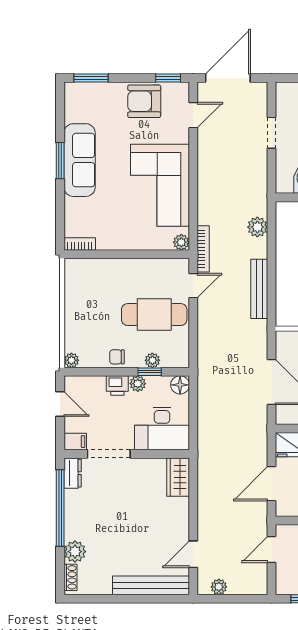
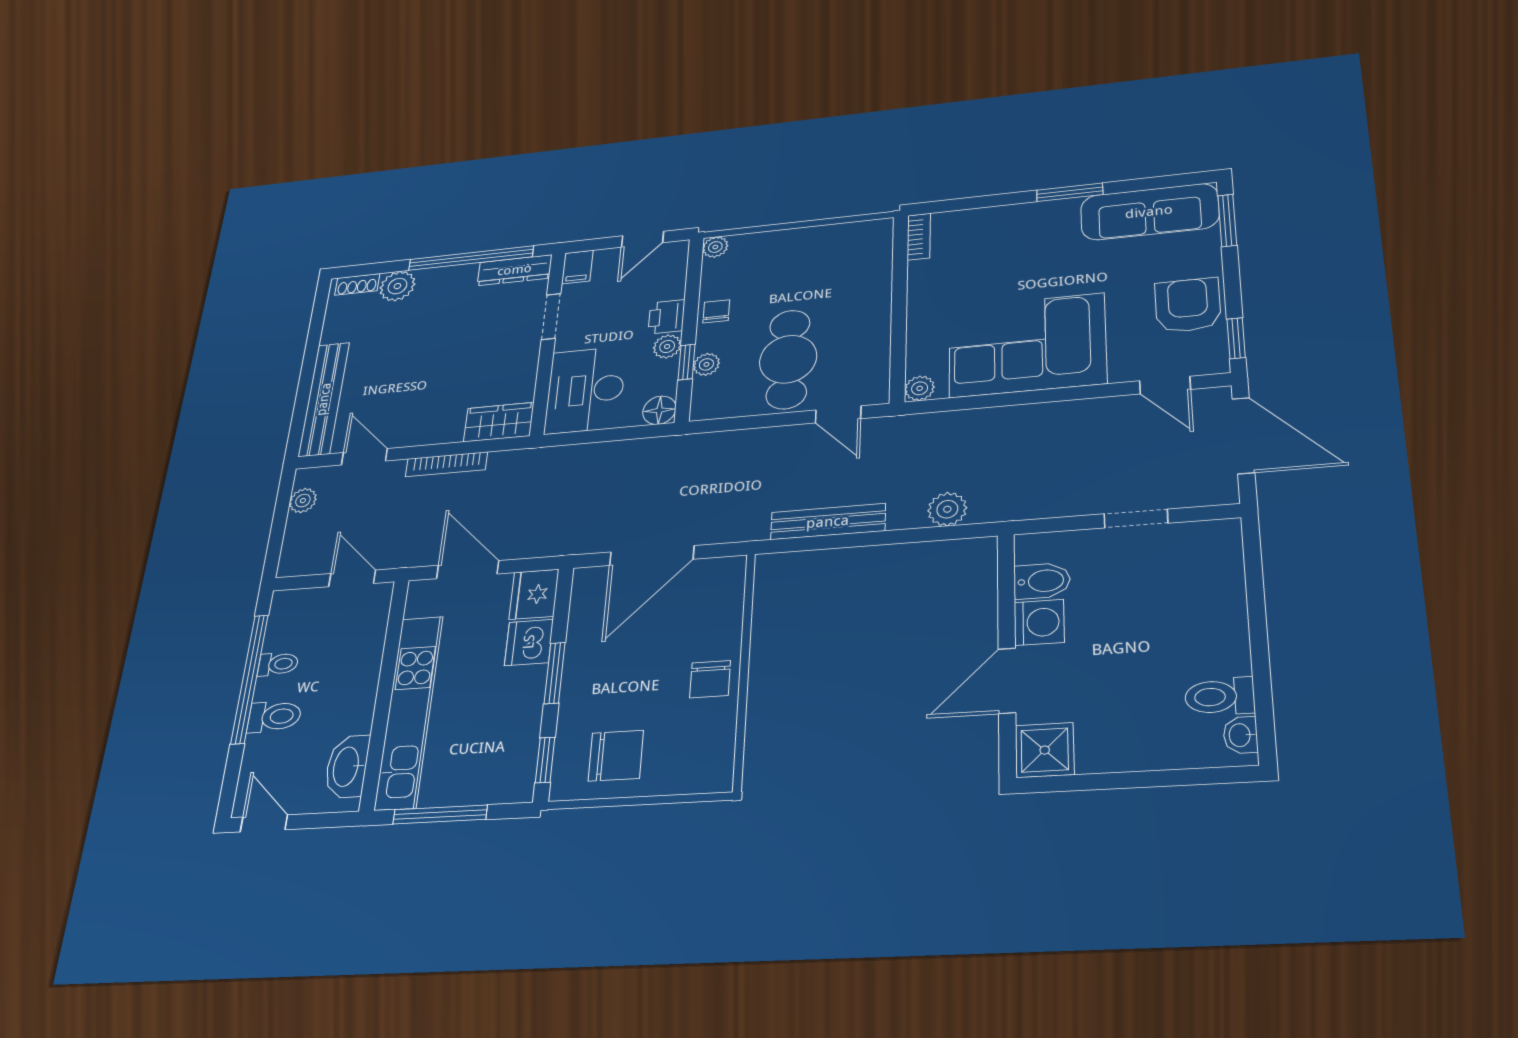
sofa: (80, 160) -> (1149, 212), moved
bookcase: (203, 249) -> (446, 464), moved
doorway: (109, 454) -> (551, 316), width x0.73
dresser: (73, 473) -> (515, 270), width x1.44

